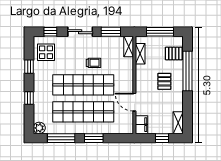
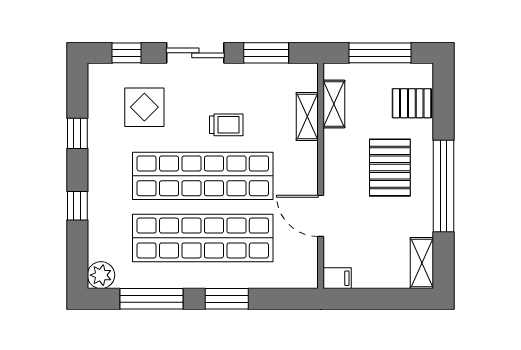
shelving: (129, 46) -> (307, 116), moved
display table: (46, 52) -> (144, 107), moved
window: (188, 71) -> (444, 186), moved
pallet: (164, 81) -> (390, 168), width x1.50, depth x1.42
filing cabinet: (142, 125) -> (337, 278), width x0.50
window: (162, 138) -> (384, 299), removed

